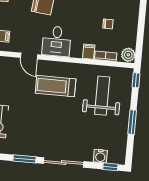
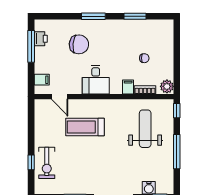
door: (29, 56) -> (60, 97), moved
treadmill: (56, 86) -> (85, 127), moved
window: (132, 122) -> (177, 152), width x1.44

